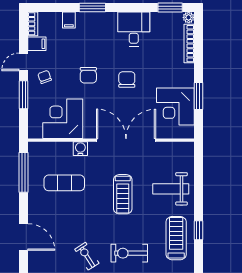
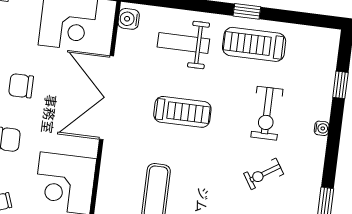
water cooler: (80, 149) -> (129, 19), moved
weight bench: (171, 189) -> (183, 43), turned 90

